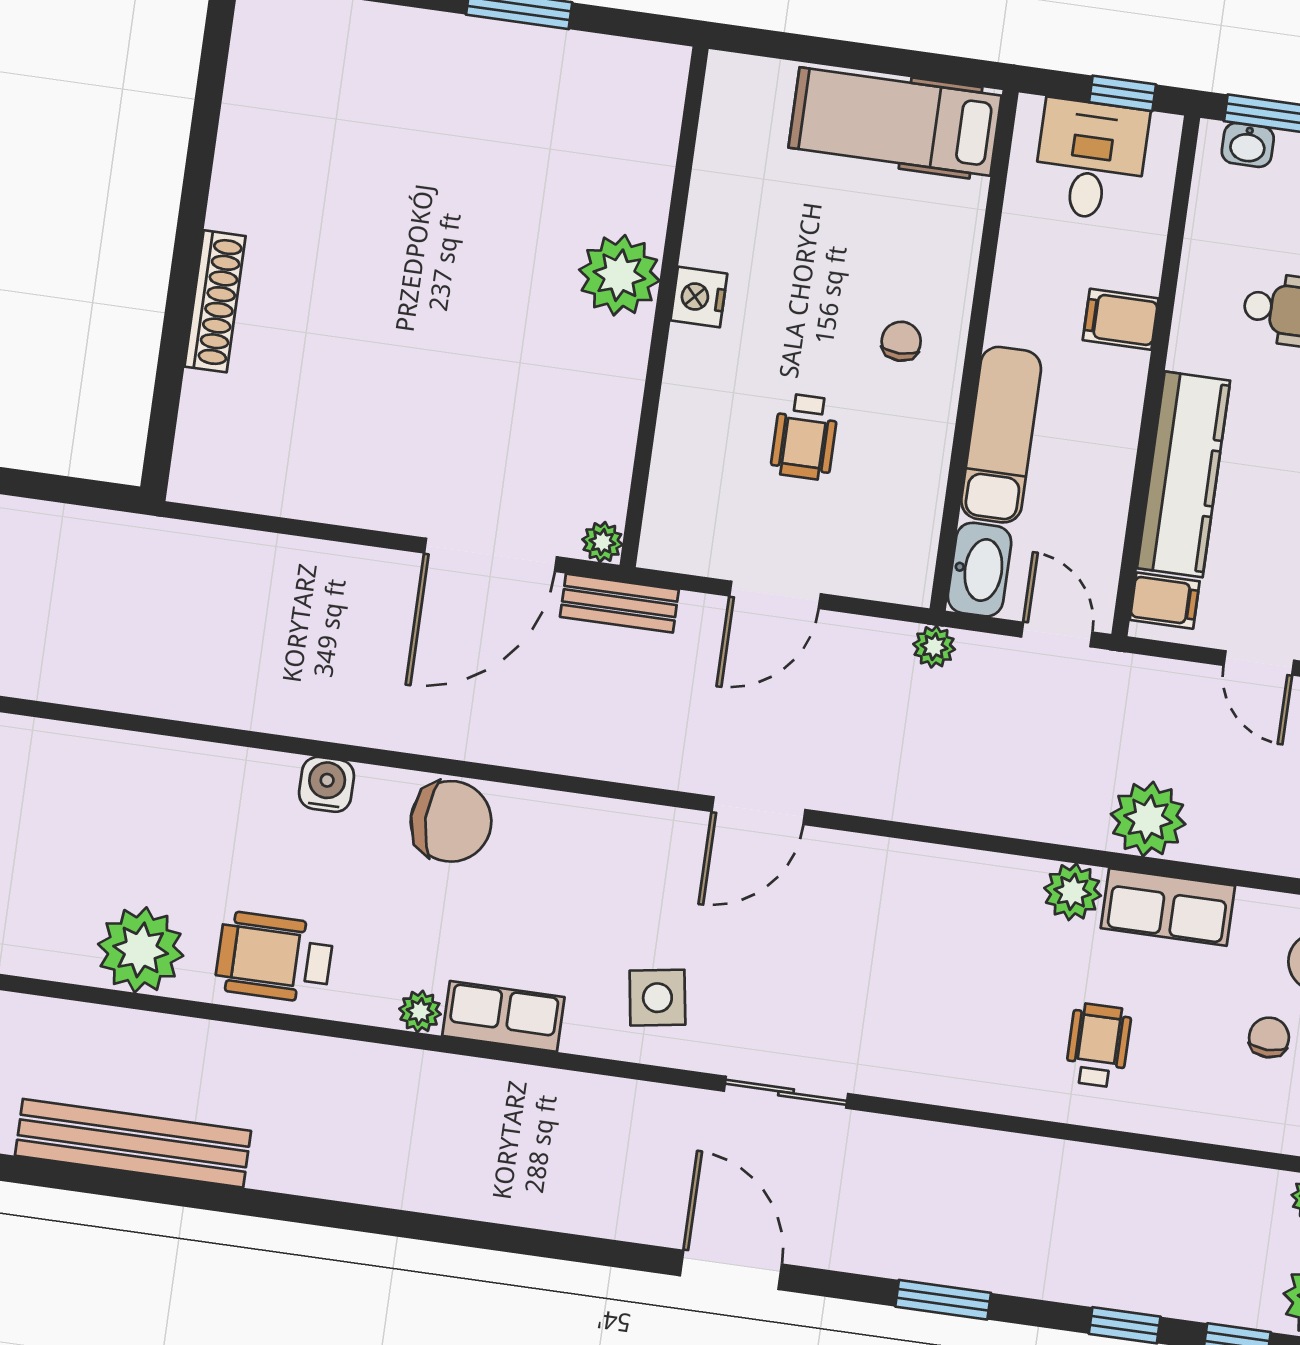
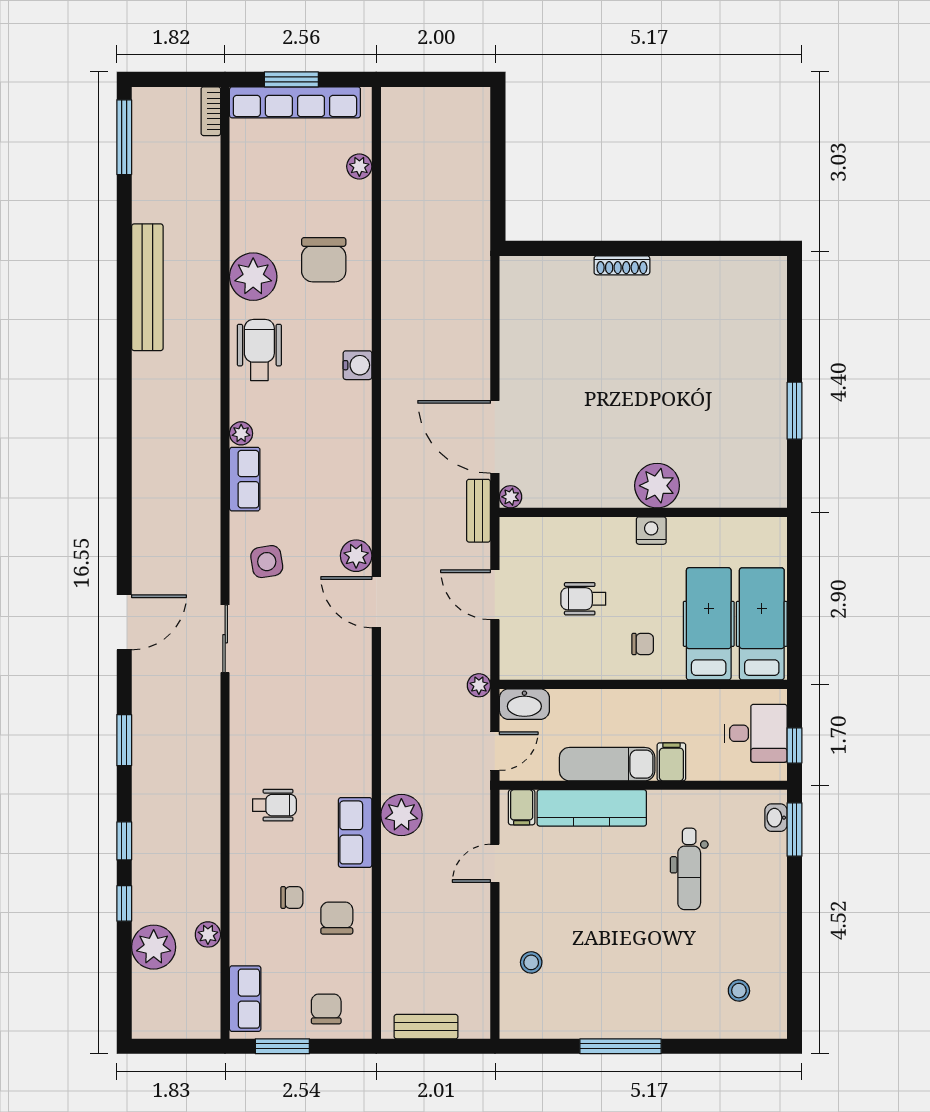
hospital bed: (882, 217) -> (709, 624), added
shoe rack: (215, 301) -> (622, 265), width x0.74, depth x0.81
exam couch: (1001, 435) -> (607, 764), moved, turned 180
chair: (451, 821) -> (324, 260), moved
plant: (1073, 892) -> (356, 556), moved

